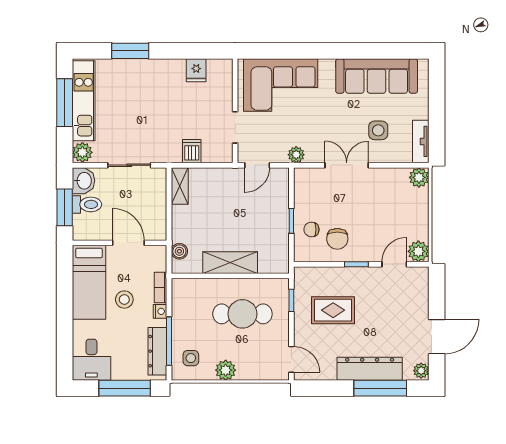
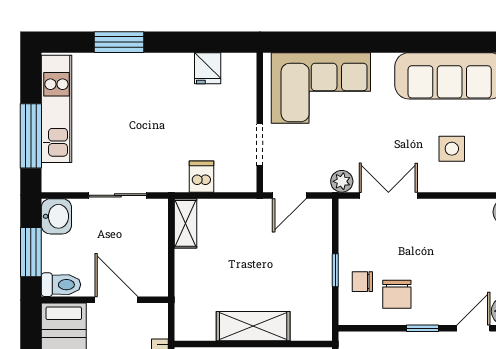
window: (65, 103) -> (31, 136), moved
plant: (82, 152) -> (55, 178), removed
double door: (347, 165) -> (388, 195), moved
toilet: (87, 204) -> (61, 285), moved
boiler: (179, 251) -> (185, 311), removed

